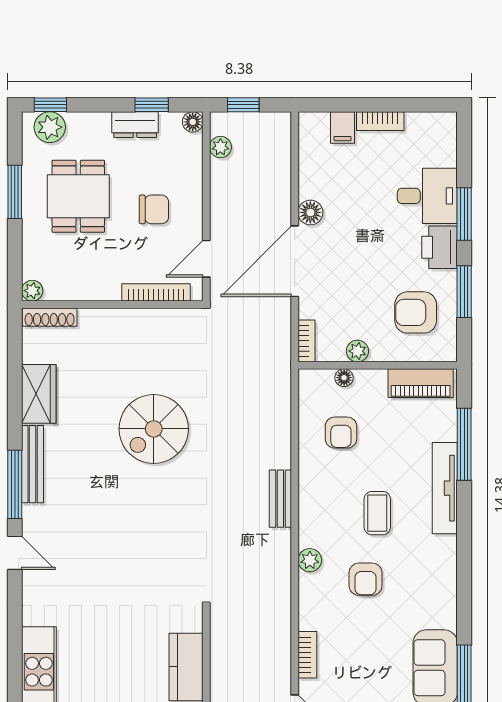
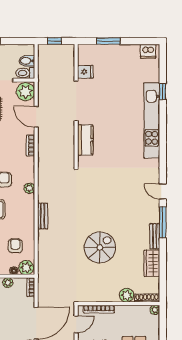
plant: (95, 323) -> (127, 295), added
plant: (317, 385) -> (26, 268), added
bench: (33, 464) -> (155, 236), width x0.73

